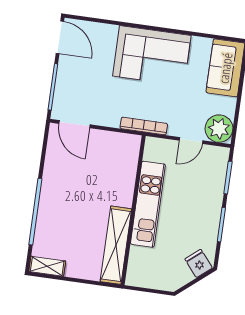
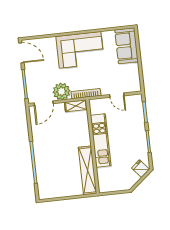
door: (74, 124) -> (44, 103), hinge flipped
plant: (219, 129) -> (61, 91), moved
door: (191, 140) -> (117, 95), hinge flipped
shelving: (47, 266) -> (76, 106), moved

